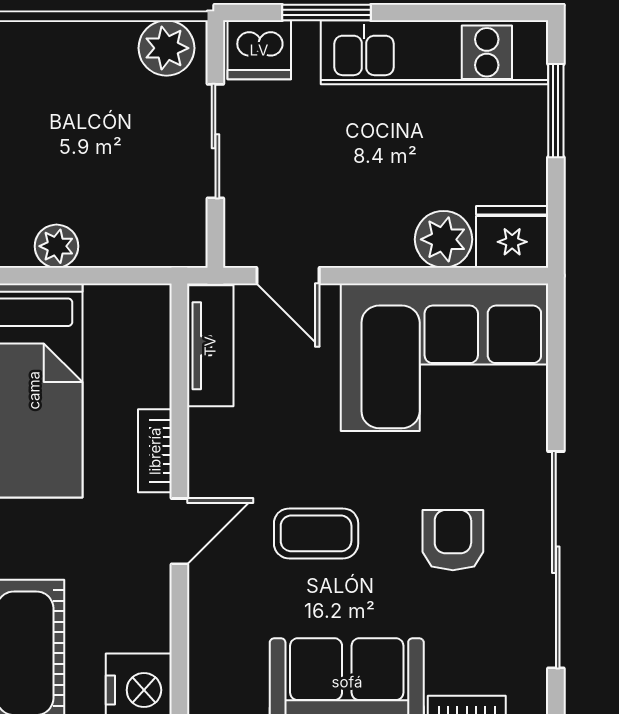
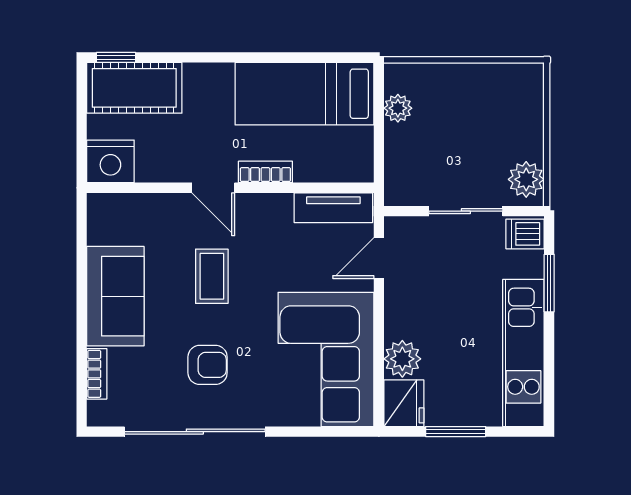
dishwasher: (259, 50) -> (525, 234), width x0.73
window: (556, 111) -> (456, 432), moved

